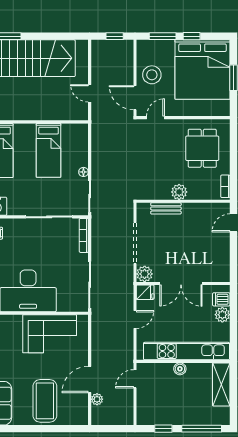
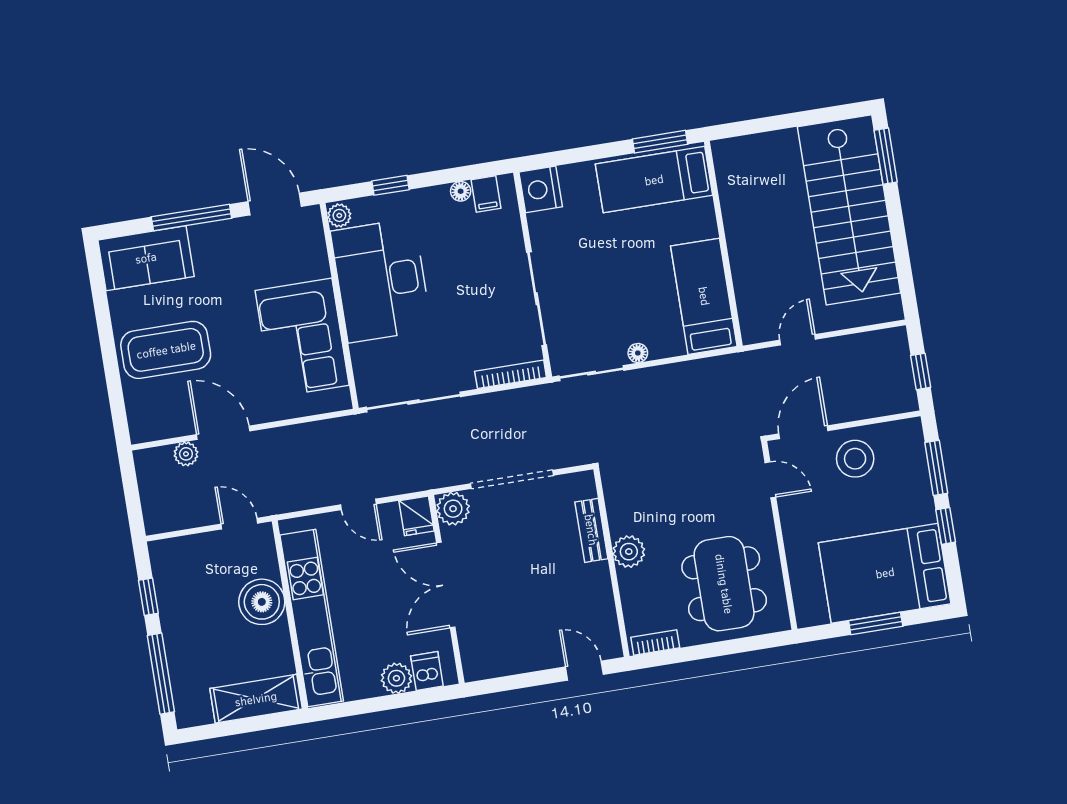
bed: (203, 69) -> (885, 573), width x0.73
dining table: (202, 148) -> (724, 584), width x1.38
bed: (49, 150) -> (704, 296), moved, turned 90
boiler: (180, 369) -> (262, 602), width x1.86, depth x1.86

